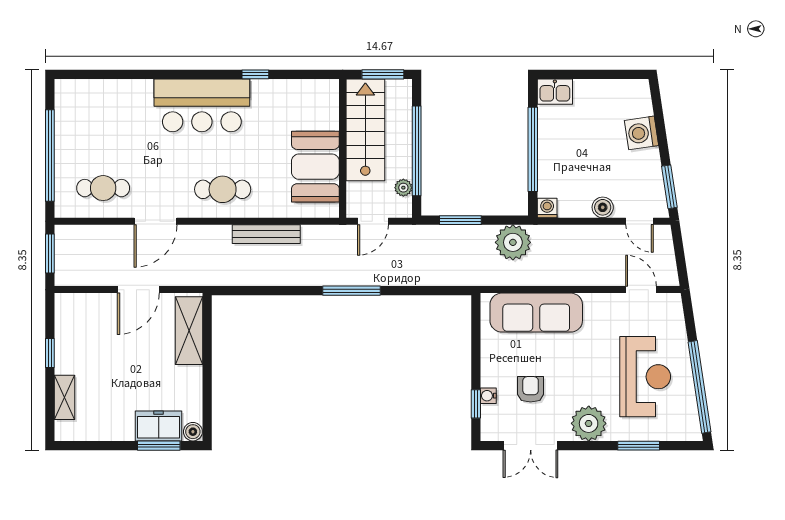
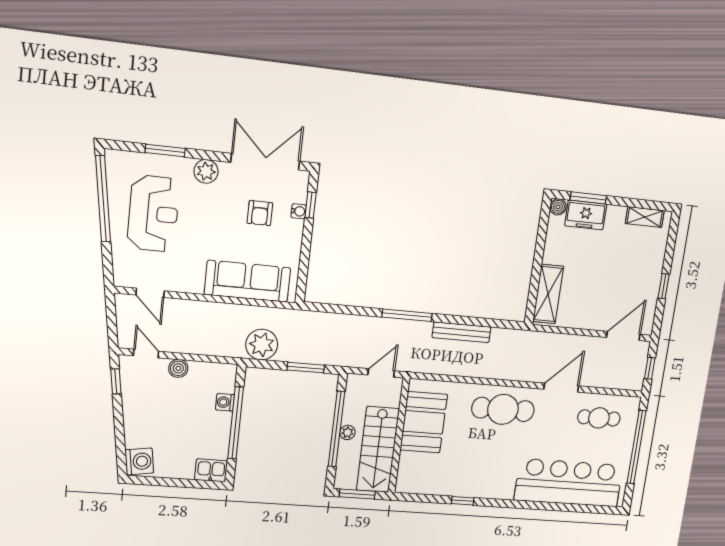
bar counter: (202, 105) -> (569, 483), moved, width x1.36
washing machine: (641, 133) -> (139, 461), moved
window: (669, 187) -> (116, 381), width x0.67
plant: (403, 188) -> (347, 432), moved
cafe table: (223, 189) -> (503, 409), width x1.37, depth x1.35
washing machine: (547, 208) -> (225, 402), moved, turned 90
bench: (266, 234) -> (462, 332), moved
window: (50, 254) -> (650, 368), width x0.67
door: (138, 290) -> (623, 336), moved
reception desk: (645, 377) -> (153, 214), turned 180
shelving: (65, 397) -> (645, 217), moved, turned 90
plant: (589, 423) -> (206, 171), width x0.73, depth x0.73
double door: (531, 446) -> (265, 162), width x1.37

